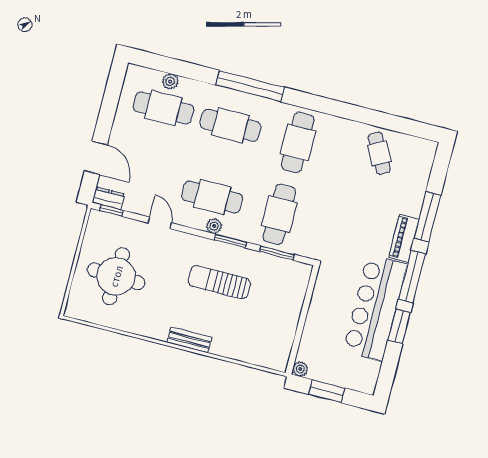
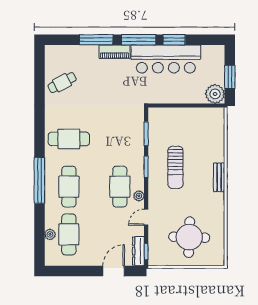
dresser: (108, 198) -> (138, 251), width x1.44
cafe table: (279, 214) -> (120, 139), removed
plant: (214, 226) -> (139, 196), moved
plant: (300, 369) -> (215, 94), width x1.88, depth x1.88

